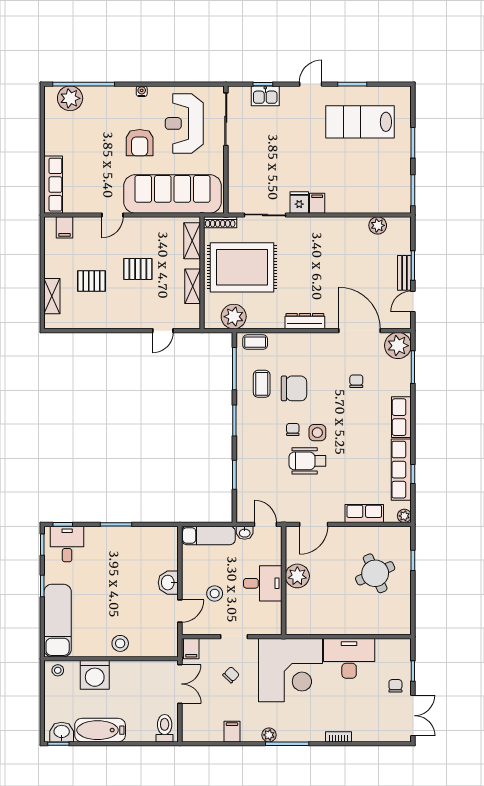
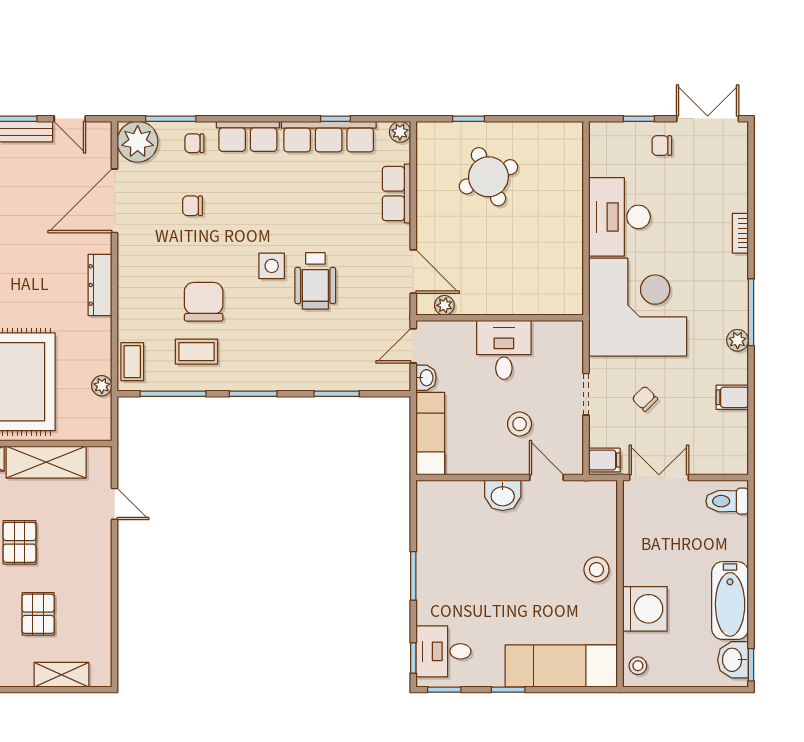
shelving: (193, 286) -> (46, 462), width x1.50, depth x1.33
plant: (234, 317) -> (102, 386), width x0.53, depth x0.53
chair: (293, 429) -> (194, 143), moved
plant: (297, 576) -> (444, 305), moved, width x0.53, depth x0.53

